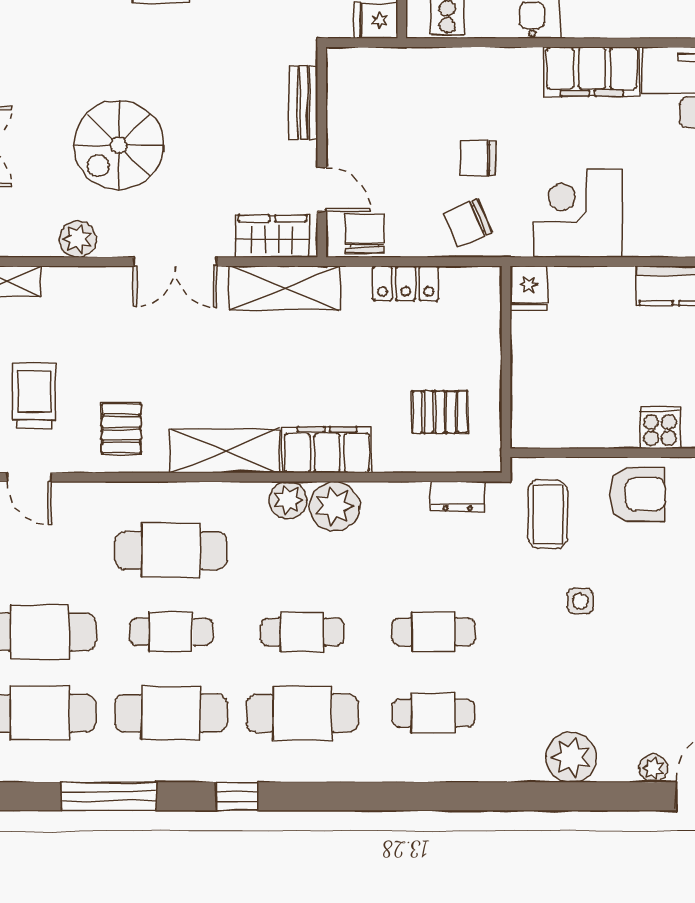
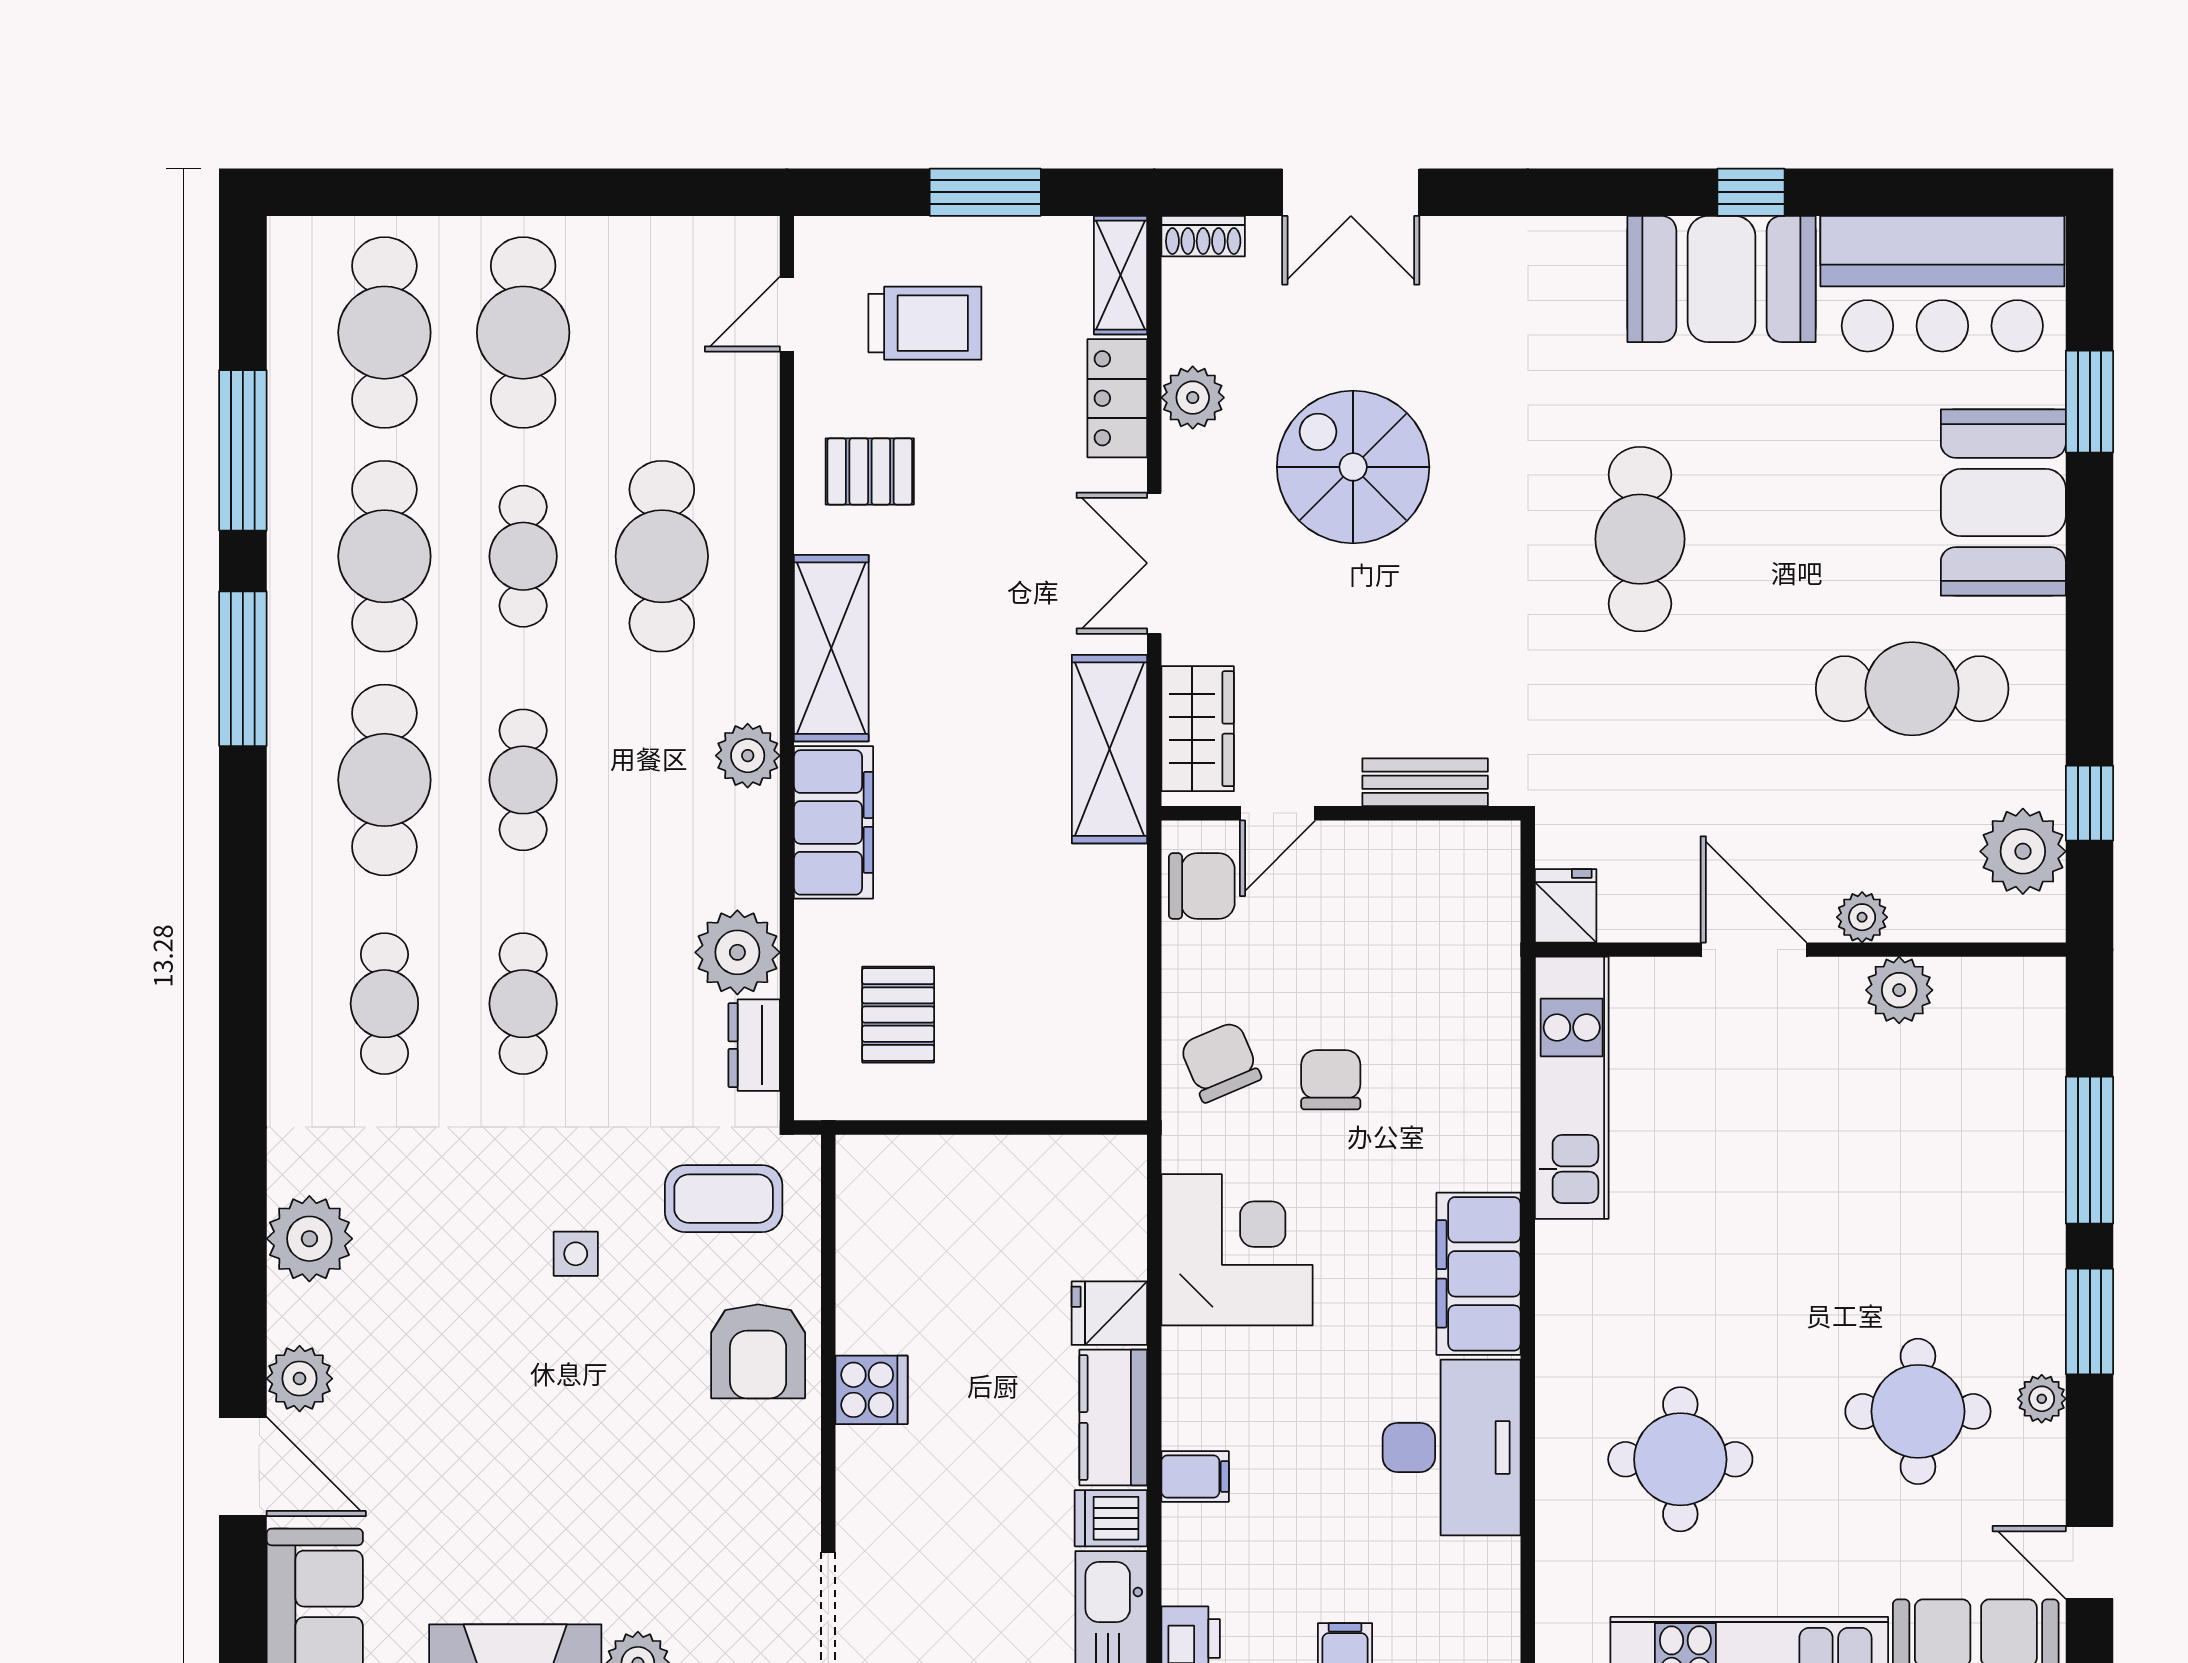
locker: (406, 283) -> (1117, 398), moved
fridge: (529, 288) -> (1109, 1313), moved
plant: (334, 506) -> (737, 952), moved
plant: (653, 768) -> (300, 1379), width x1.38, depth x1.38
window: (237, 796) -> (243, 669), width x2.17

